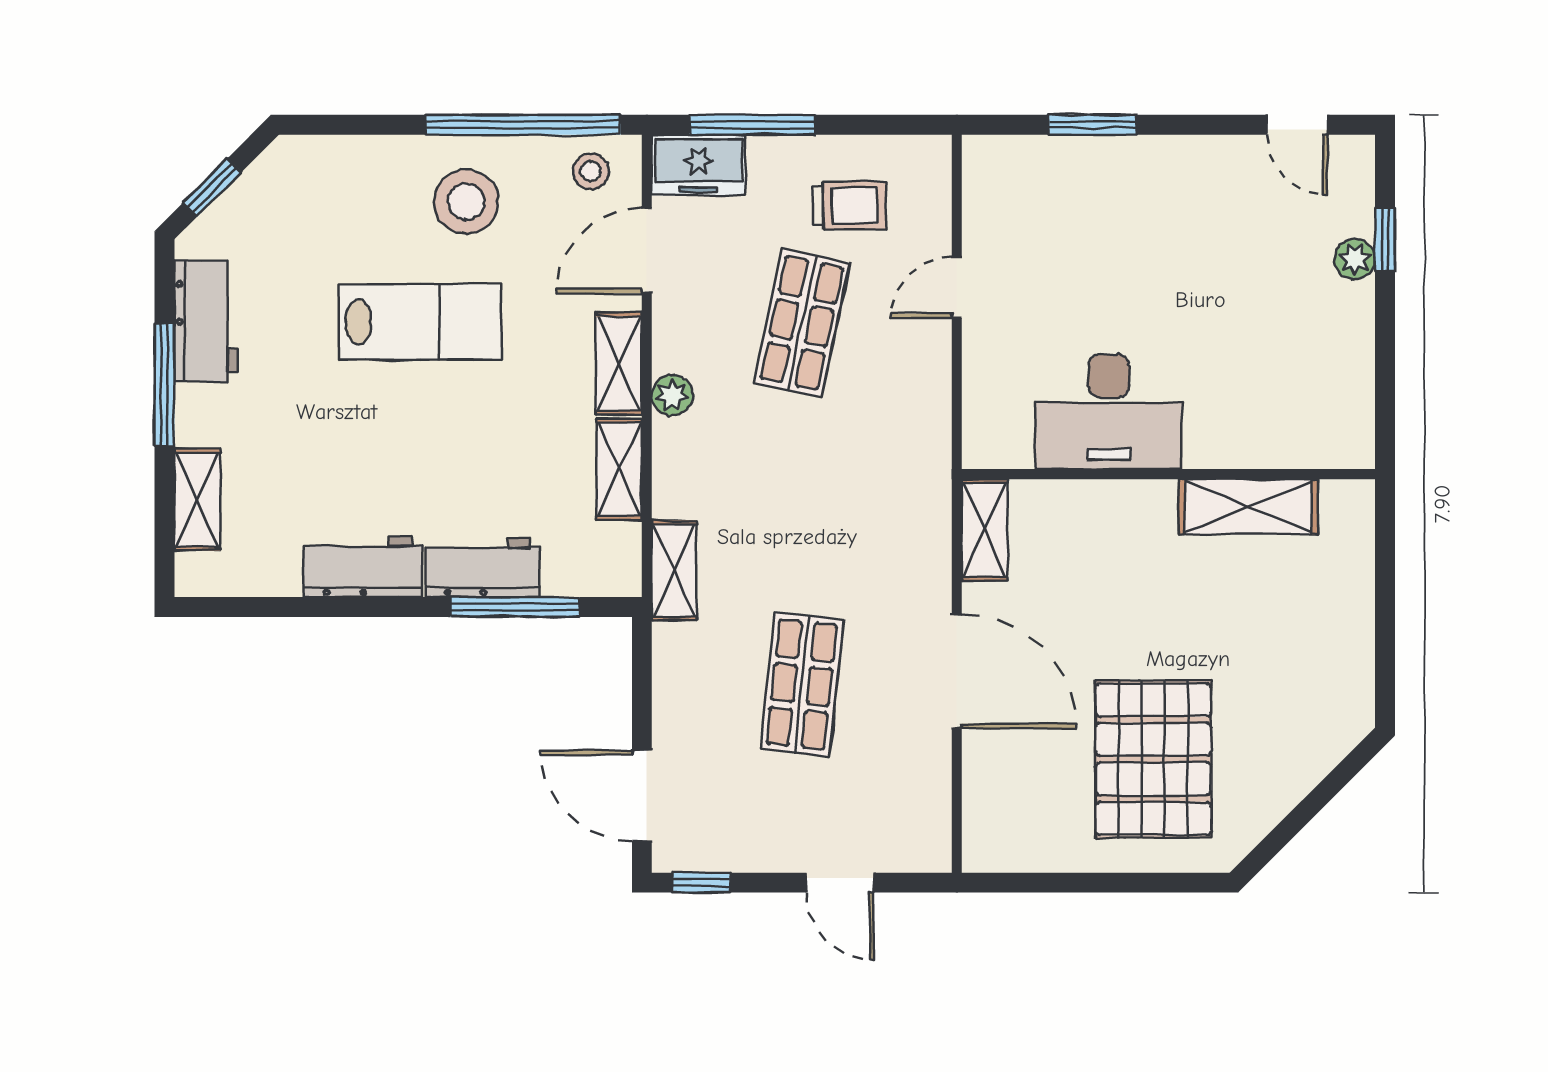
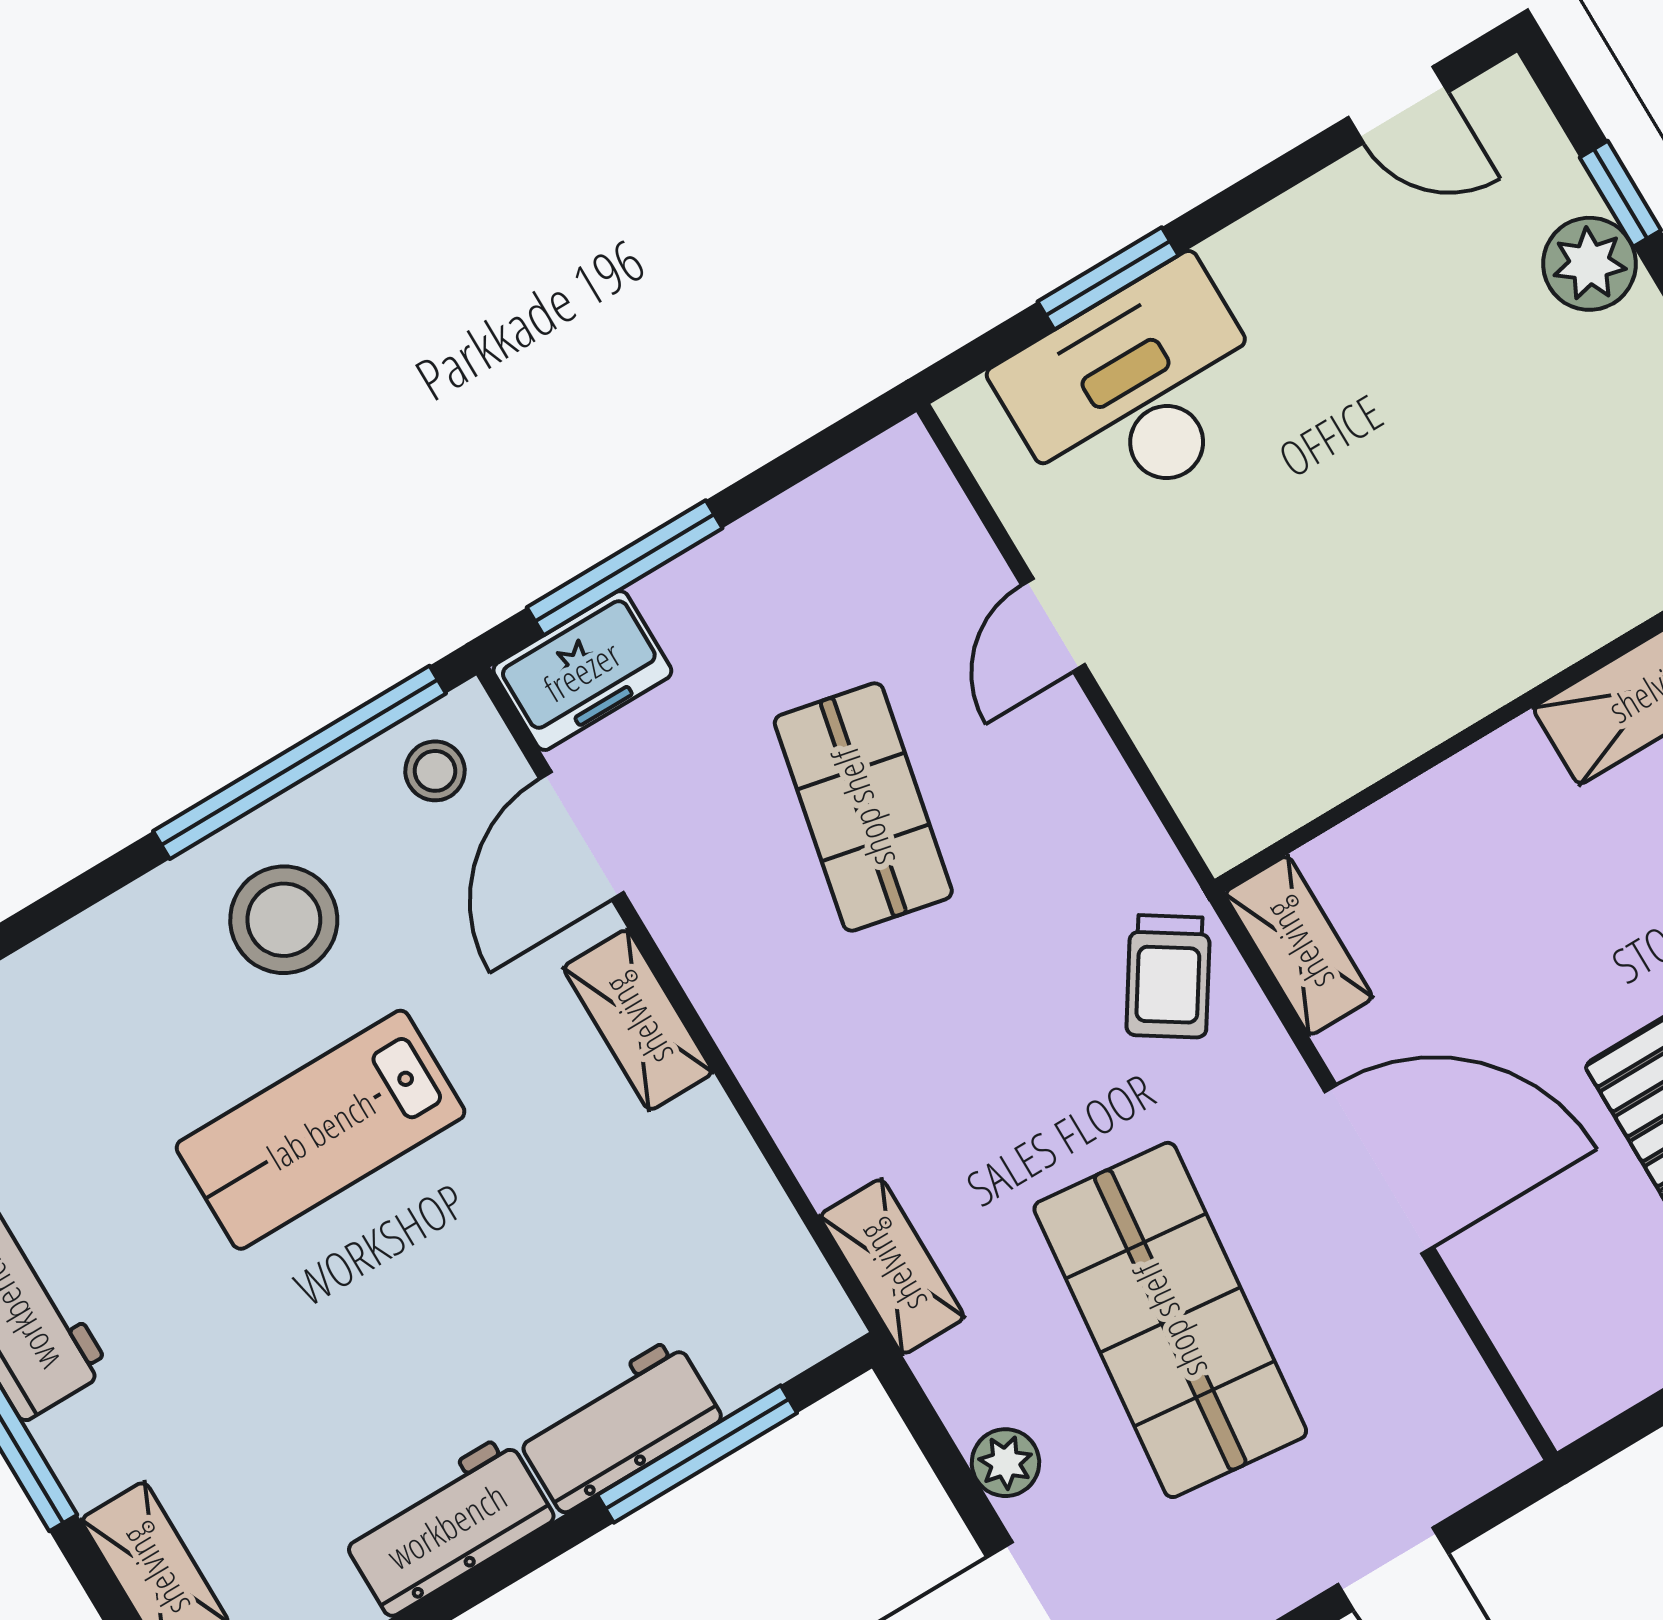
trolley: (849, 205) -> (1168, 976), moved, turned 123
plant: (1355, 259) -> (1589, 264), width x1.38, depth x1.38
lab bench: (420, 322) -> (321, 1130), turned 180
plant: (672, 395) -> (1005, 1463), moved
desk: (1109, 412) -> (1136, 391), moved, turned 180
shelving: (619, 469) -> (728, 1170), removed
shop shelf: (802, 684) -> (1170, 1320), width x1.43, depth x1.36

